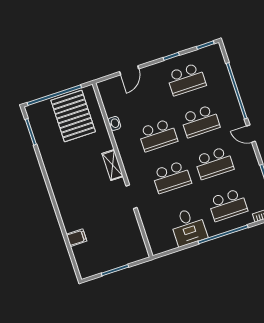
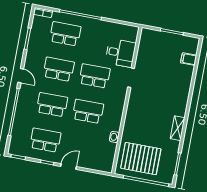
door: (129, 70) -> (69, 166), moved
pallet: (73, 116) -> (141, 159), turned 90
shelving: (113, 165) -> (178, 128), moved
desk: (188, 227) -> (121, 53), moved, turned 90
filing cabinet: (76, 238) -> (189, 59), moved

